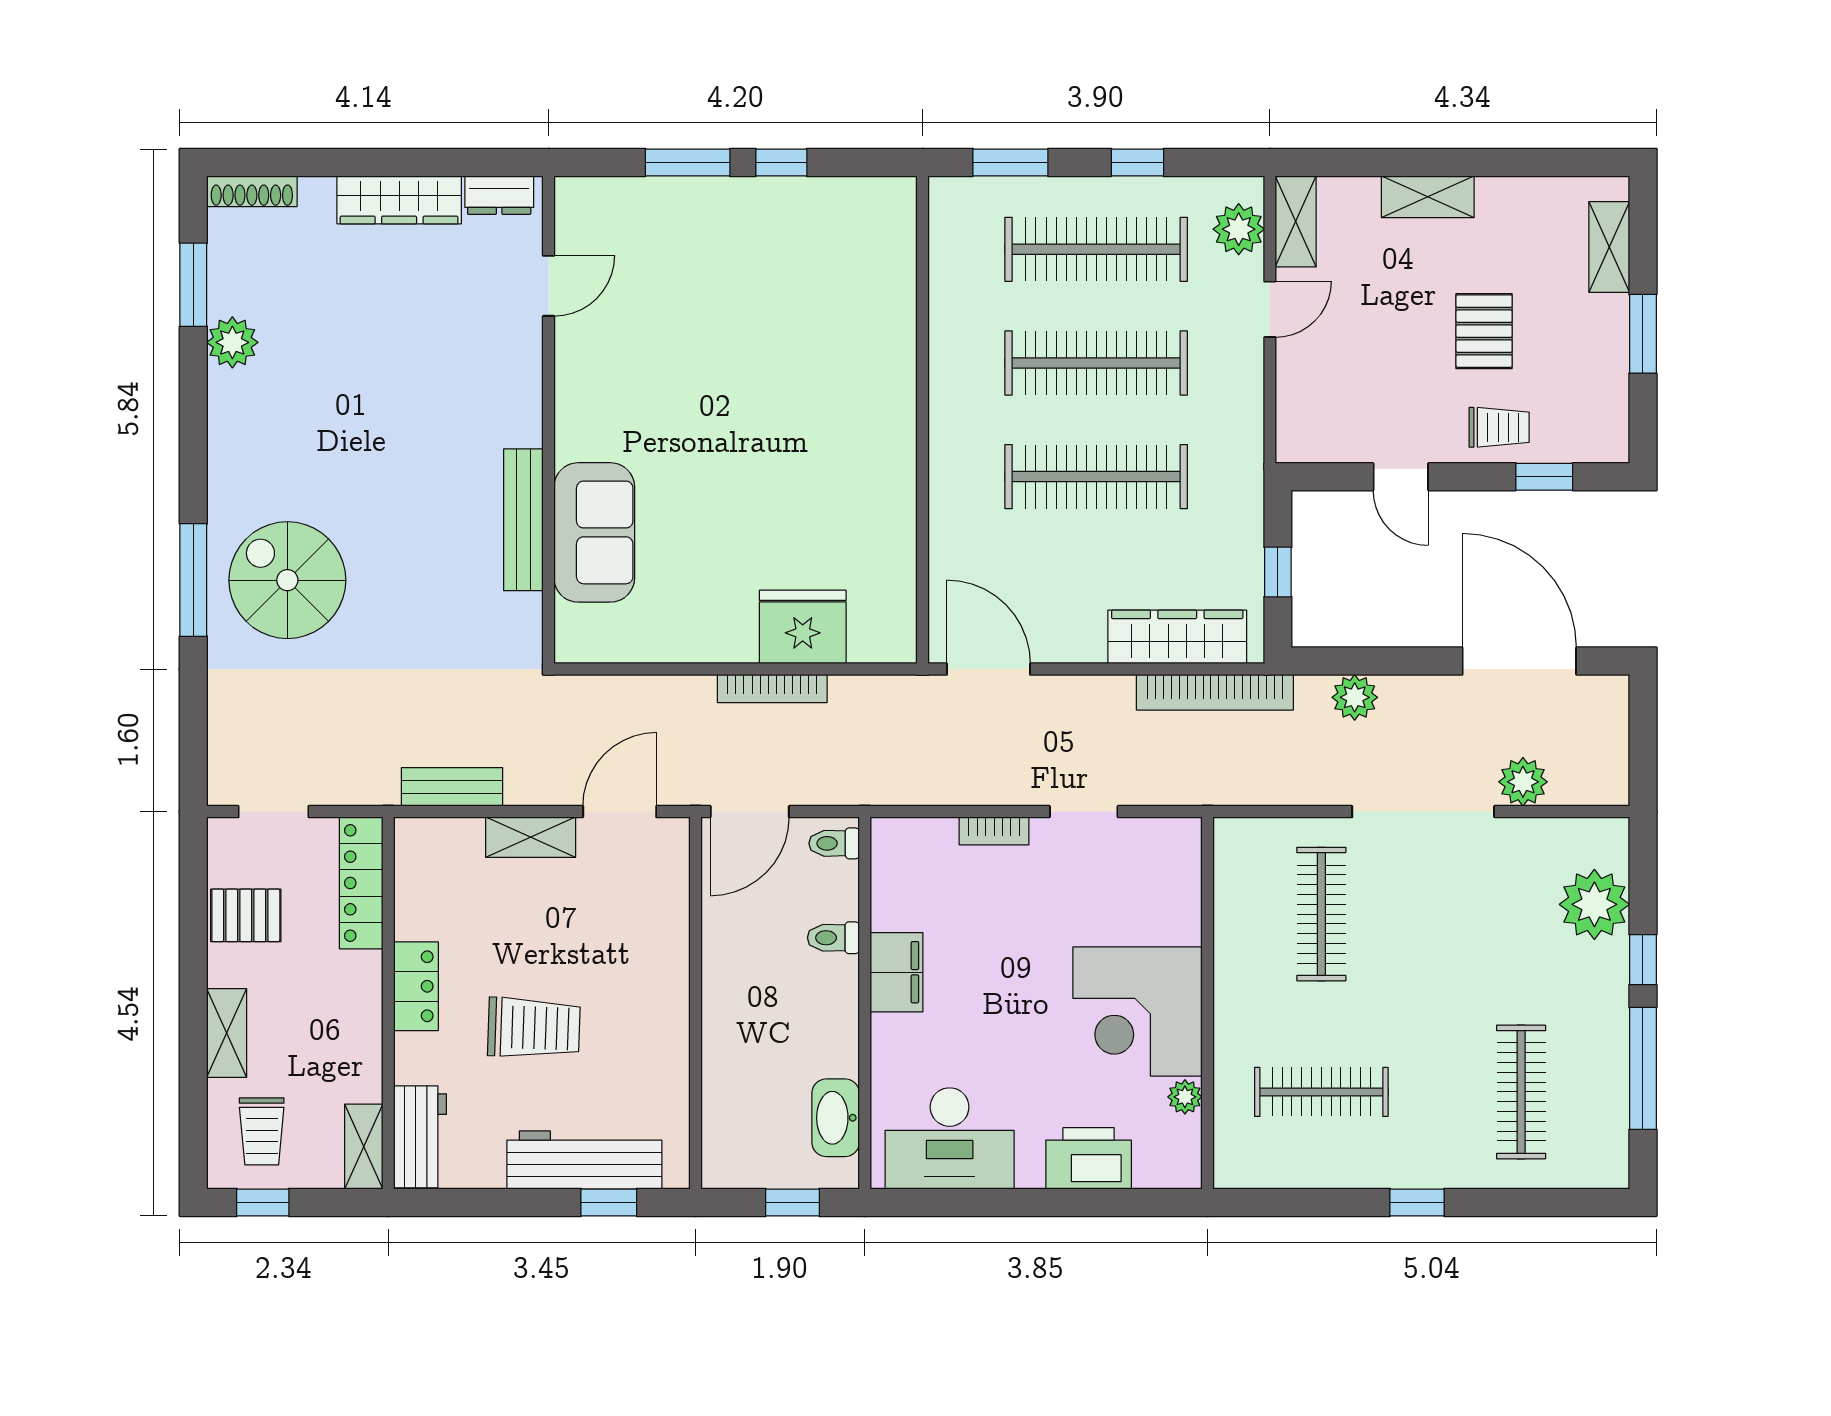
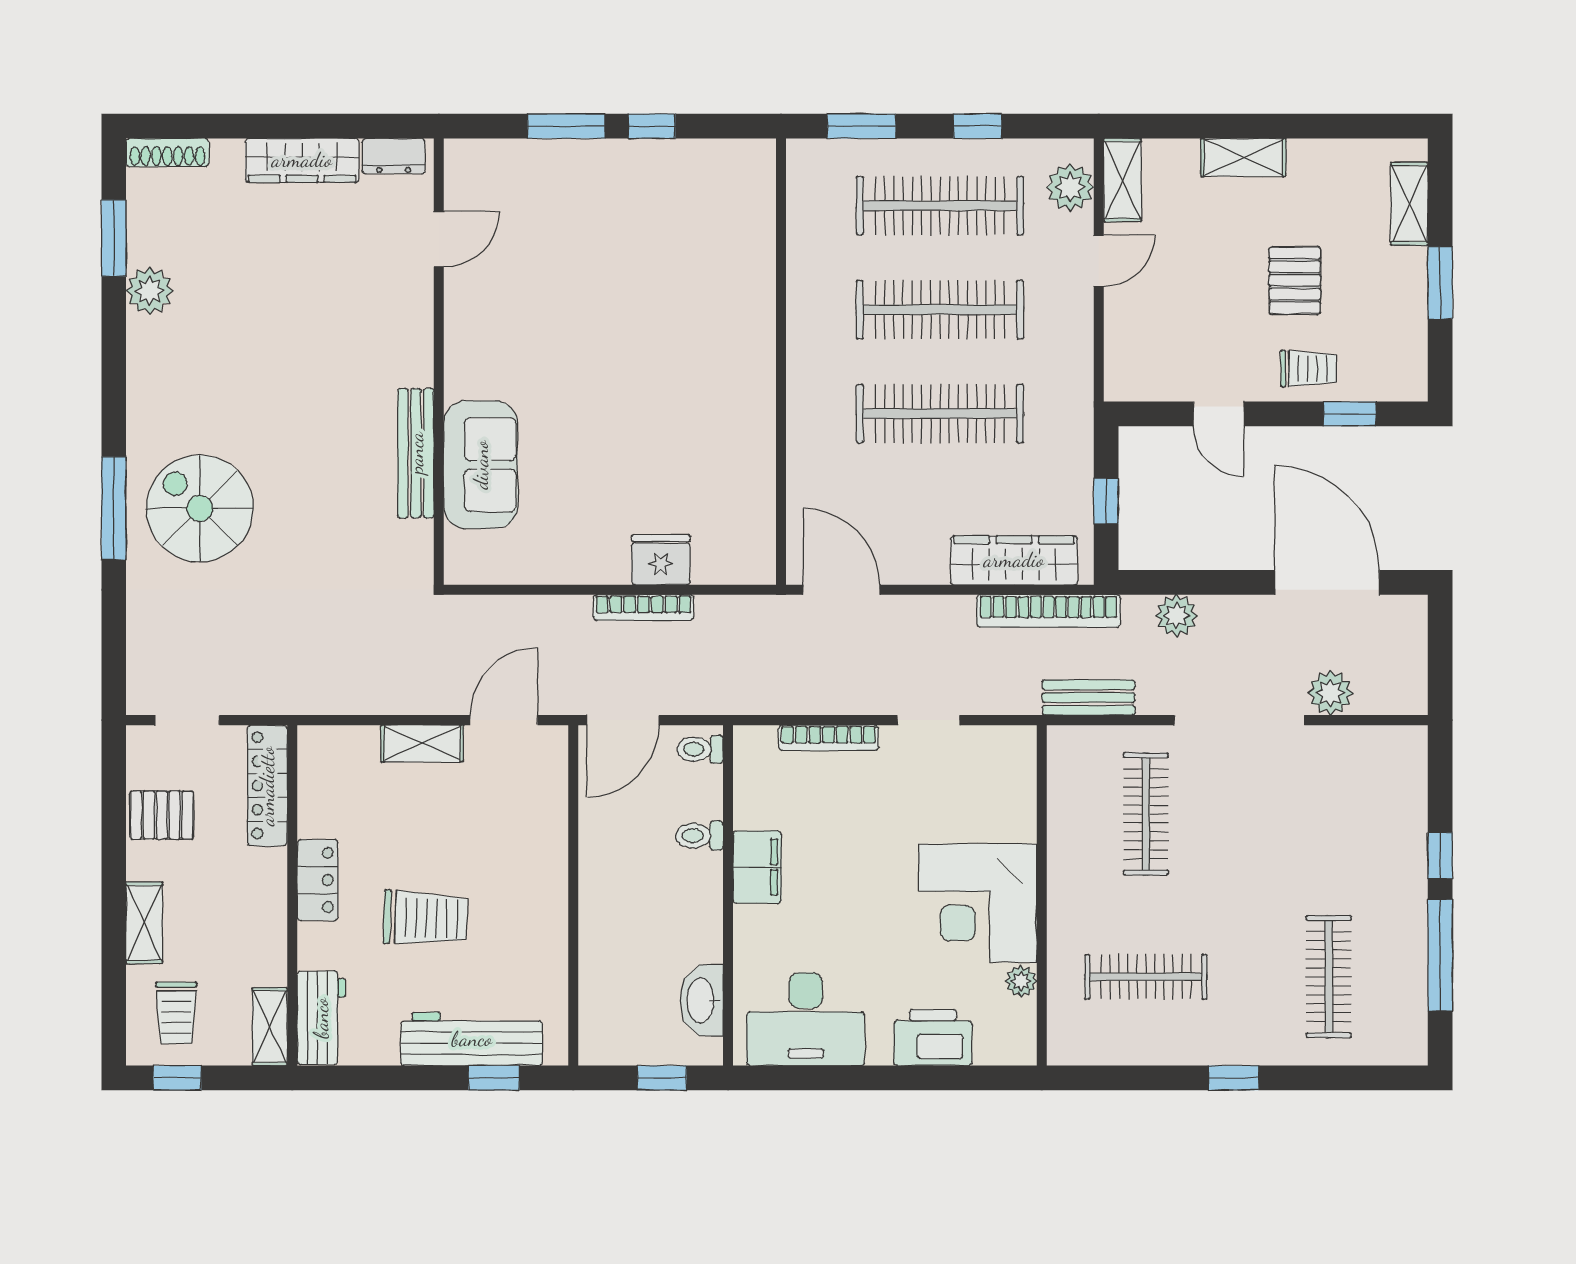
fridge: (803, 627) -> (661, 560), width x0.73, depth x0.75
bench: (452, 787) -> (1089, 698), moved
bookcase: (994, 831) -> (829, 738), width x1.56
plant: (1594, 904) -> (1396, 805), removed

